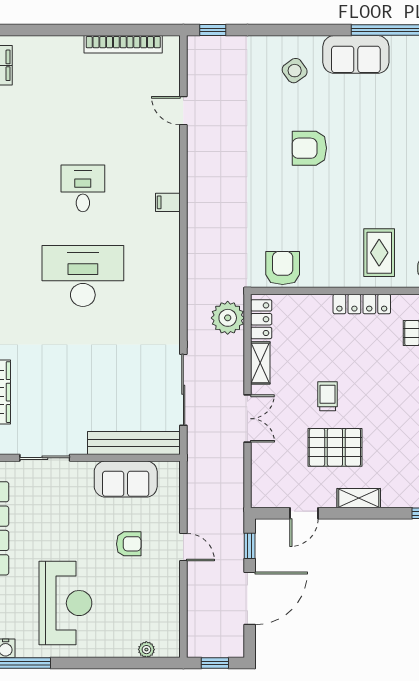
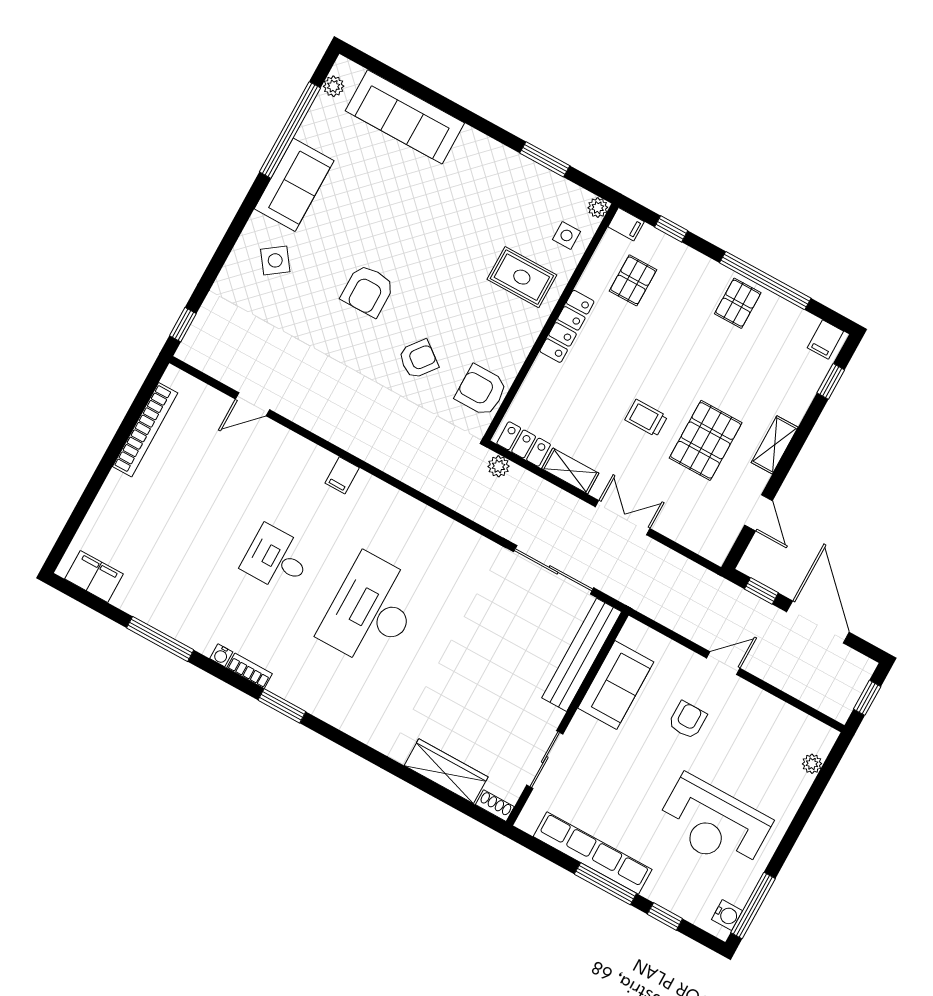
armchair: (280, 211) -> (418, 359), added
plant: (228, 318) -> (499, 466), width x0.53, depth x0.53
reception desk: (65, 603) -> (714, 824), turned 180

